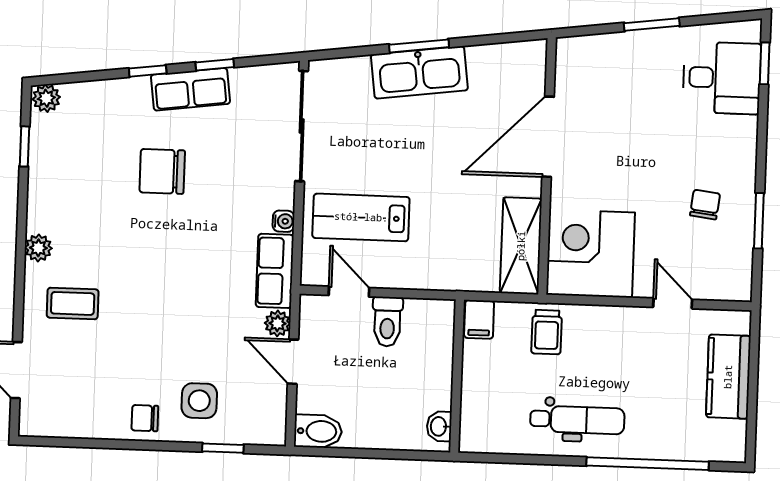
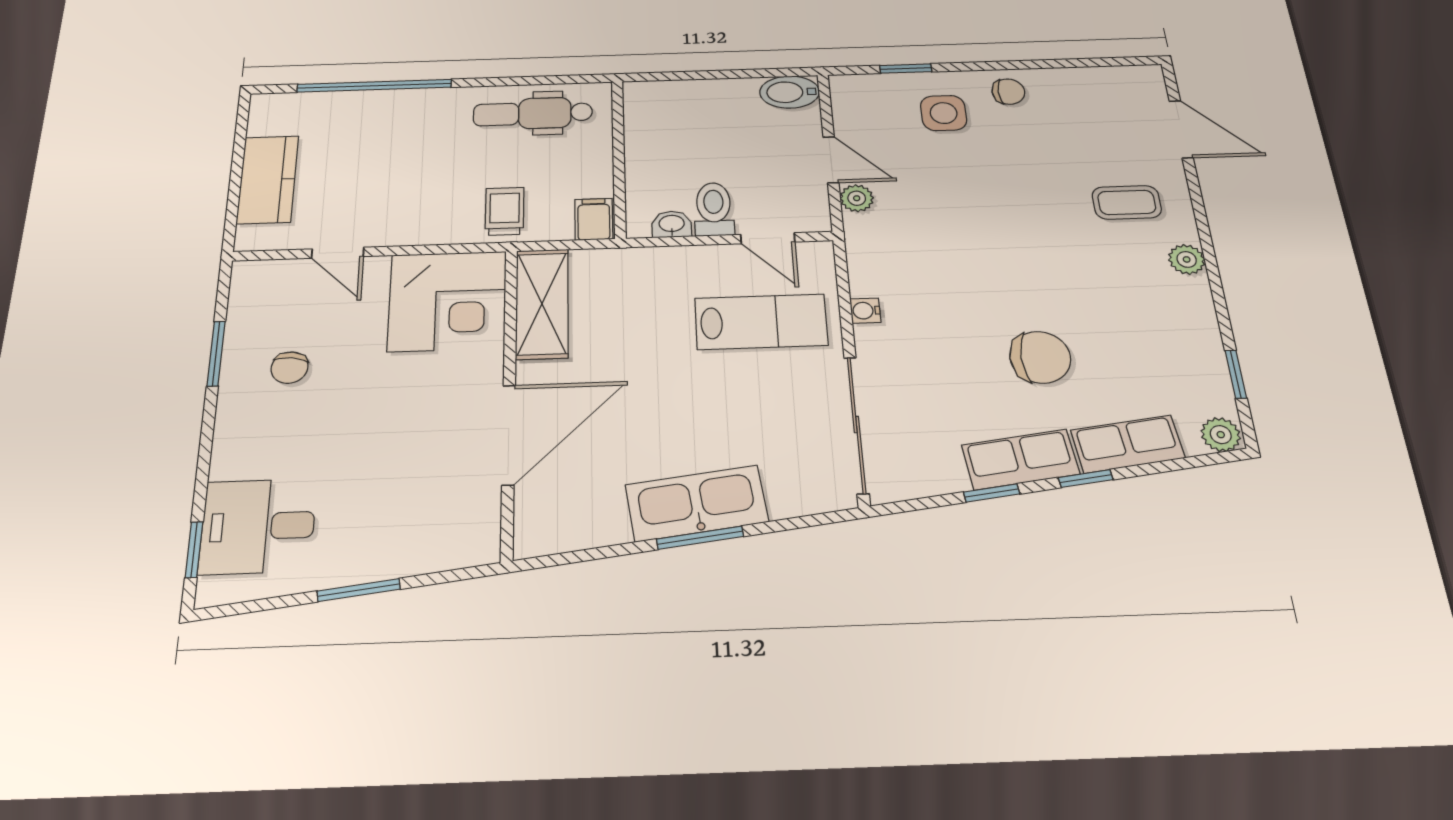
row of seats: (275, 271) -> (1128, 444), moved, turned -97
dental chair: (577, 420) -> (533, 113), moved
washbasin: (439, 426) -> (672, 224), moved, turned -90

